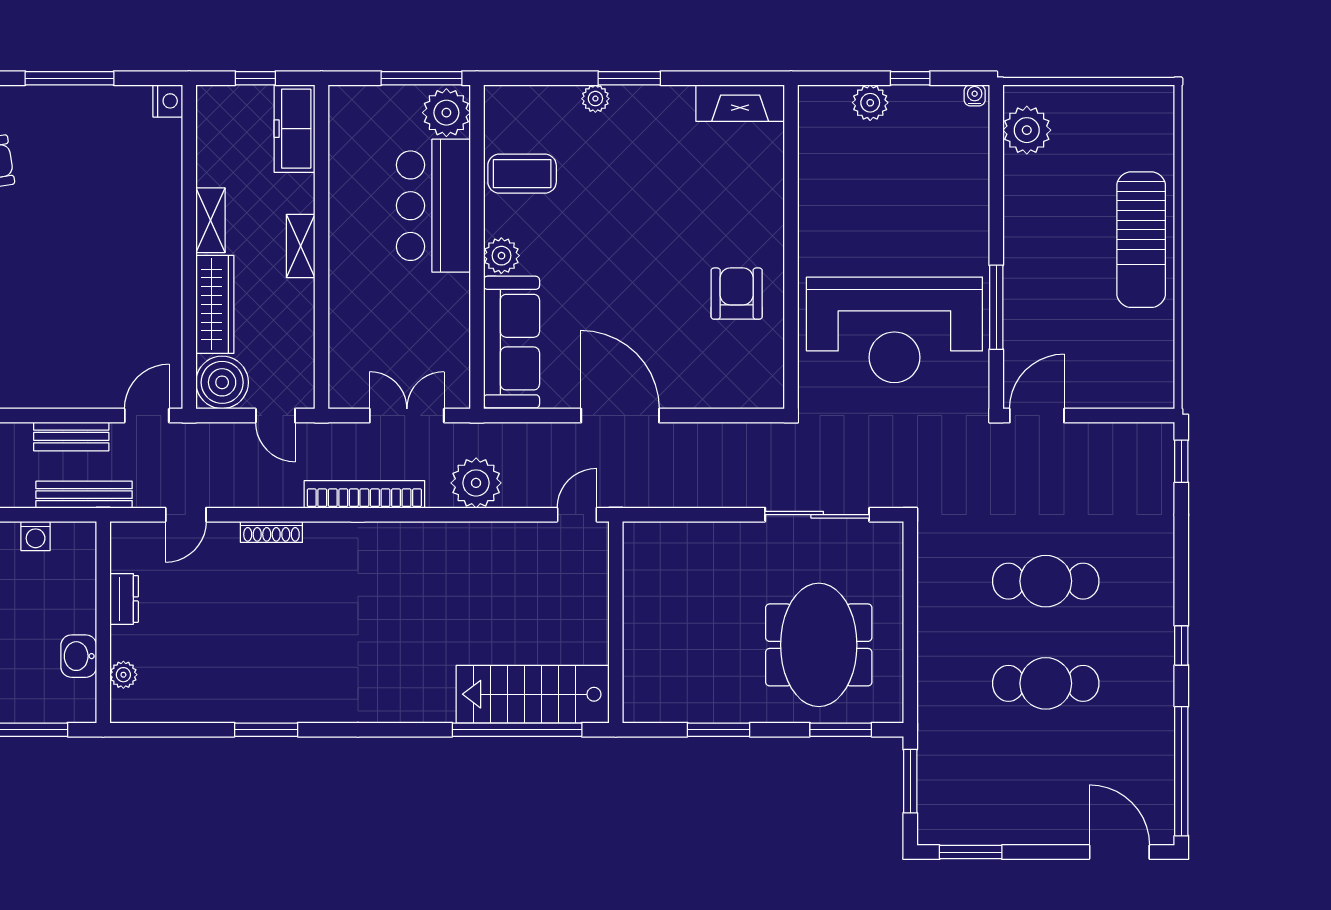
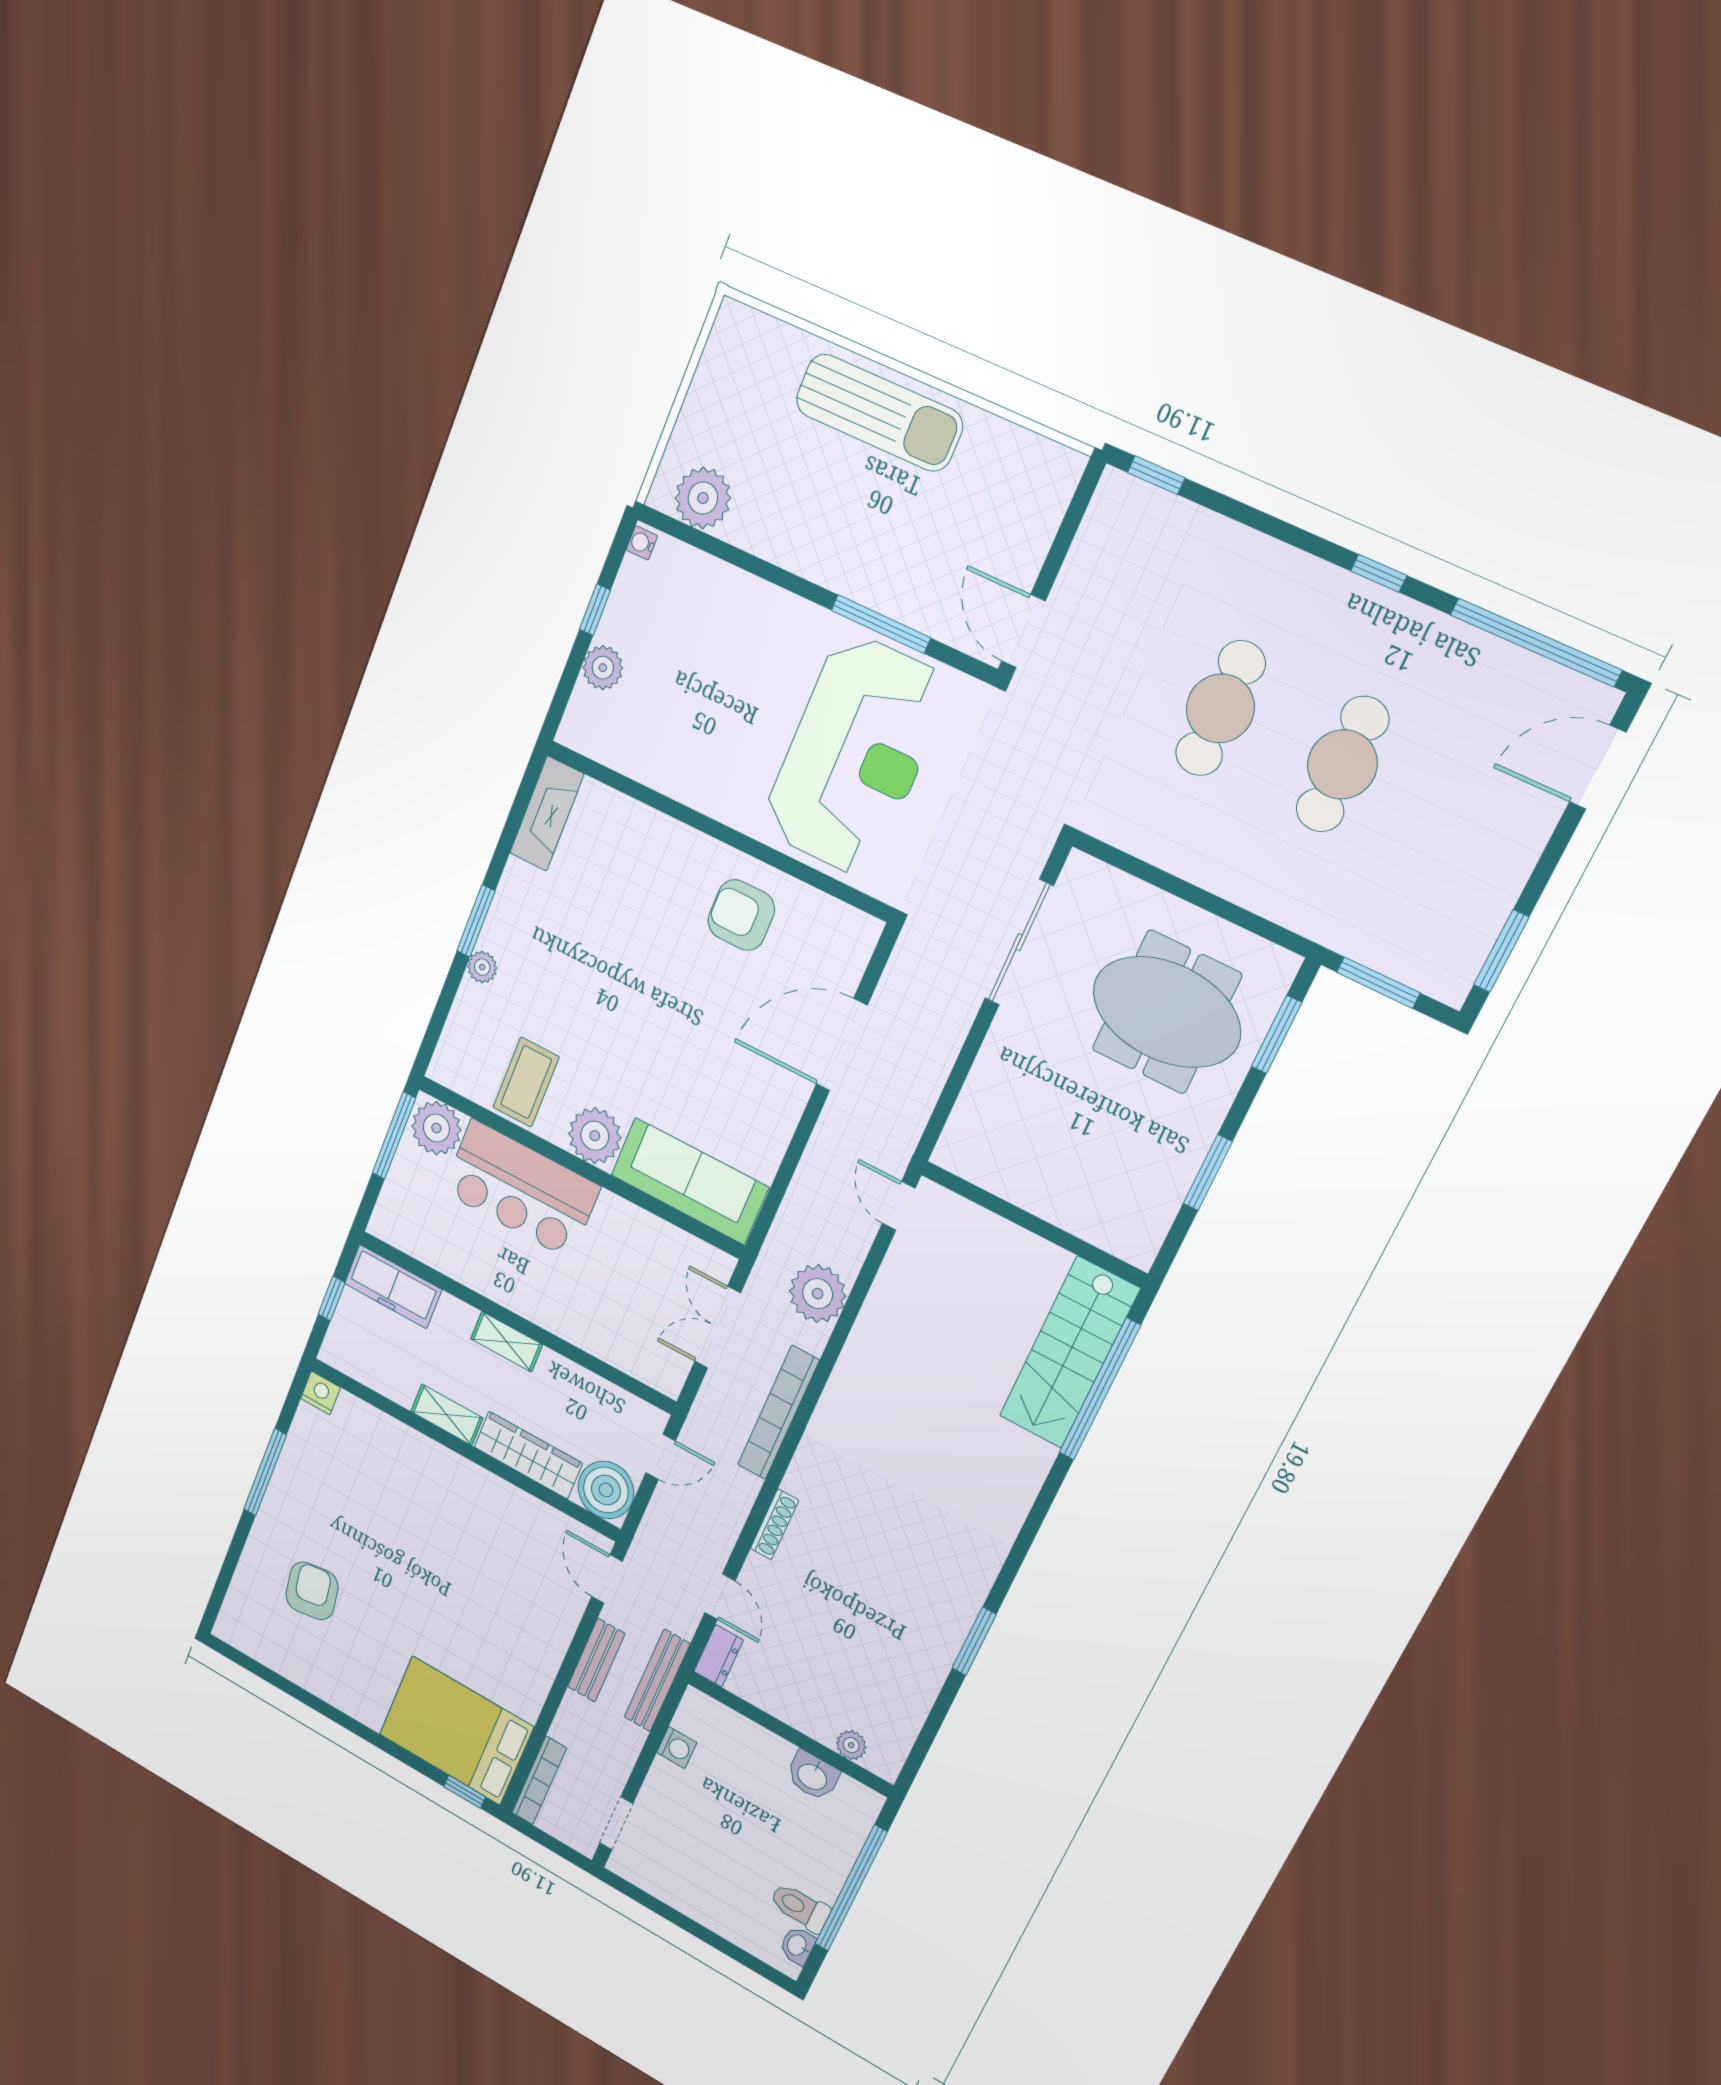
plant: (501, 256) -> (595, 1136), width x1.36, depth x1.36
door: (620, 416) -> (842, 1045), moved
dresser: (124, 599) -> (719, 1656), moved, turned 90

